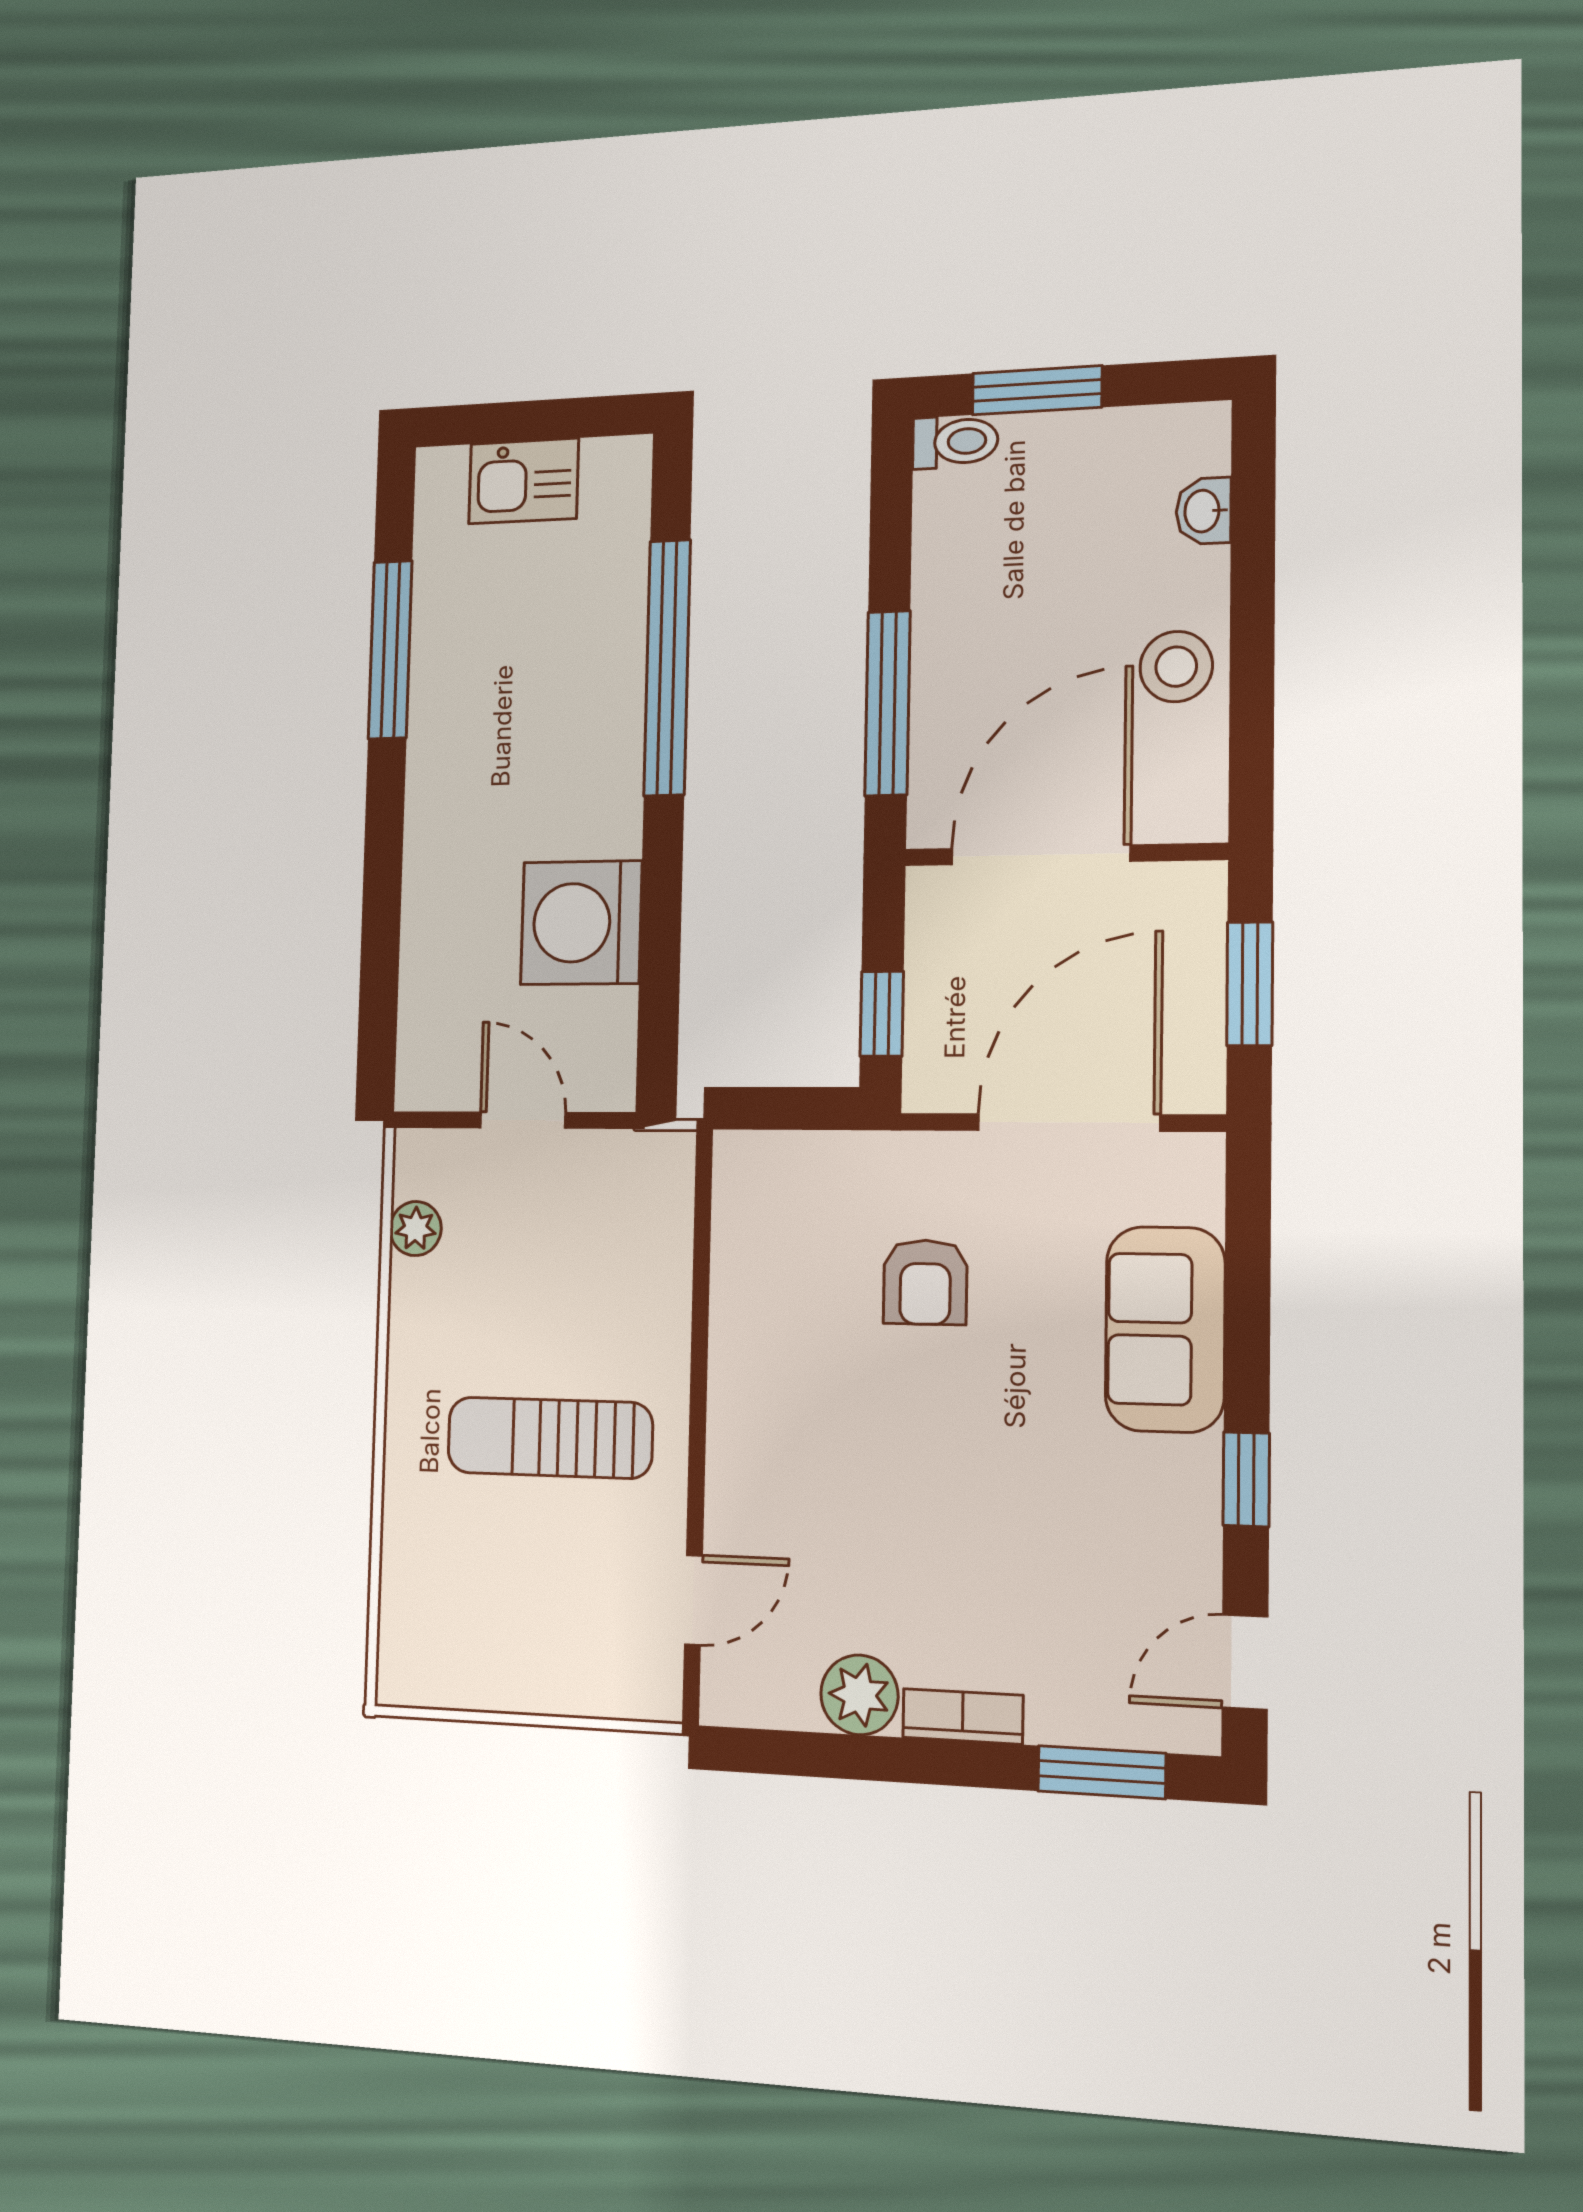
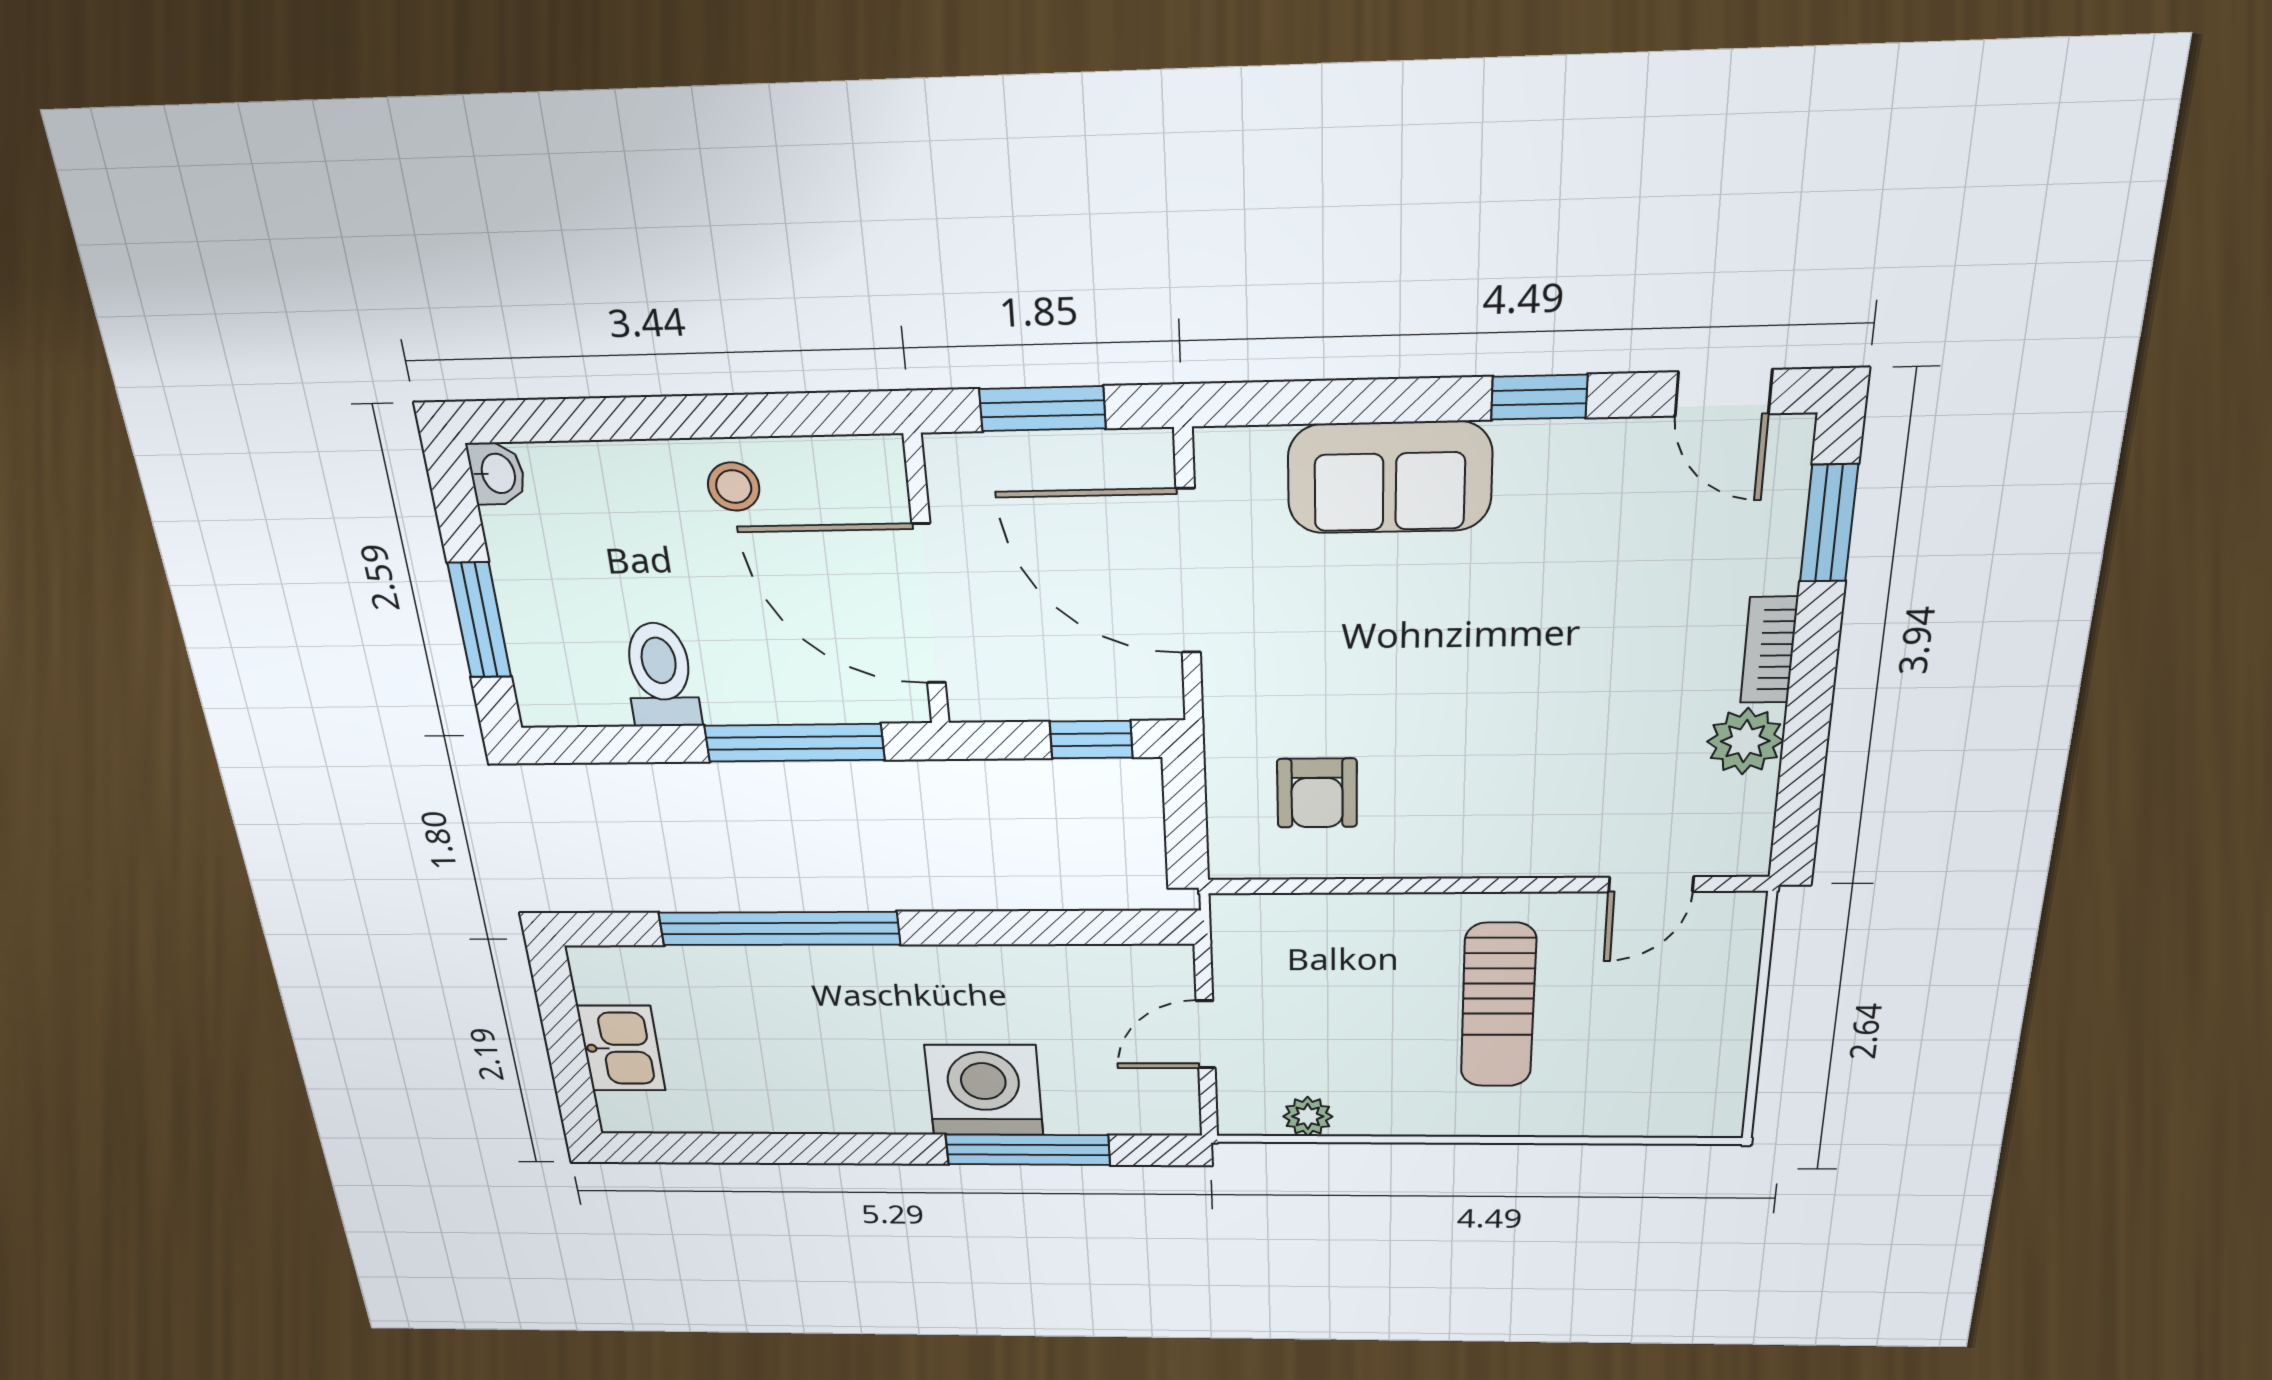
toilet: (955, 442) -> (661, 675), moved, width x1.37, depth x1.39
washbasin: (1204, 511) -> (497, 473), moved, turned -90
window: (390, 650) -> (1028, 1150), moved
stool: (1176, 667) -> (734, 487), width x0.73, depth x0.73
washing machine: (581, 923) -> (984, 1090), moved, turned 180
armchair: (925, 1282) -> (1317, 793), moved, turned 90
door: (693, 1600) -> (1651, 884), swing flipped

